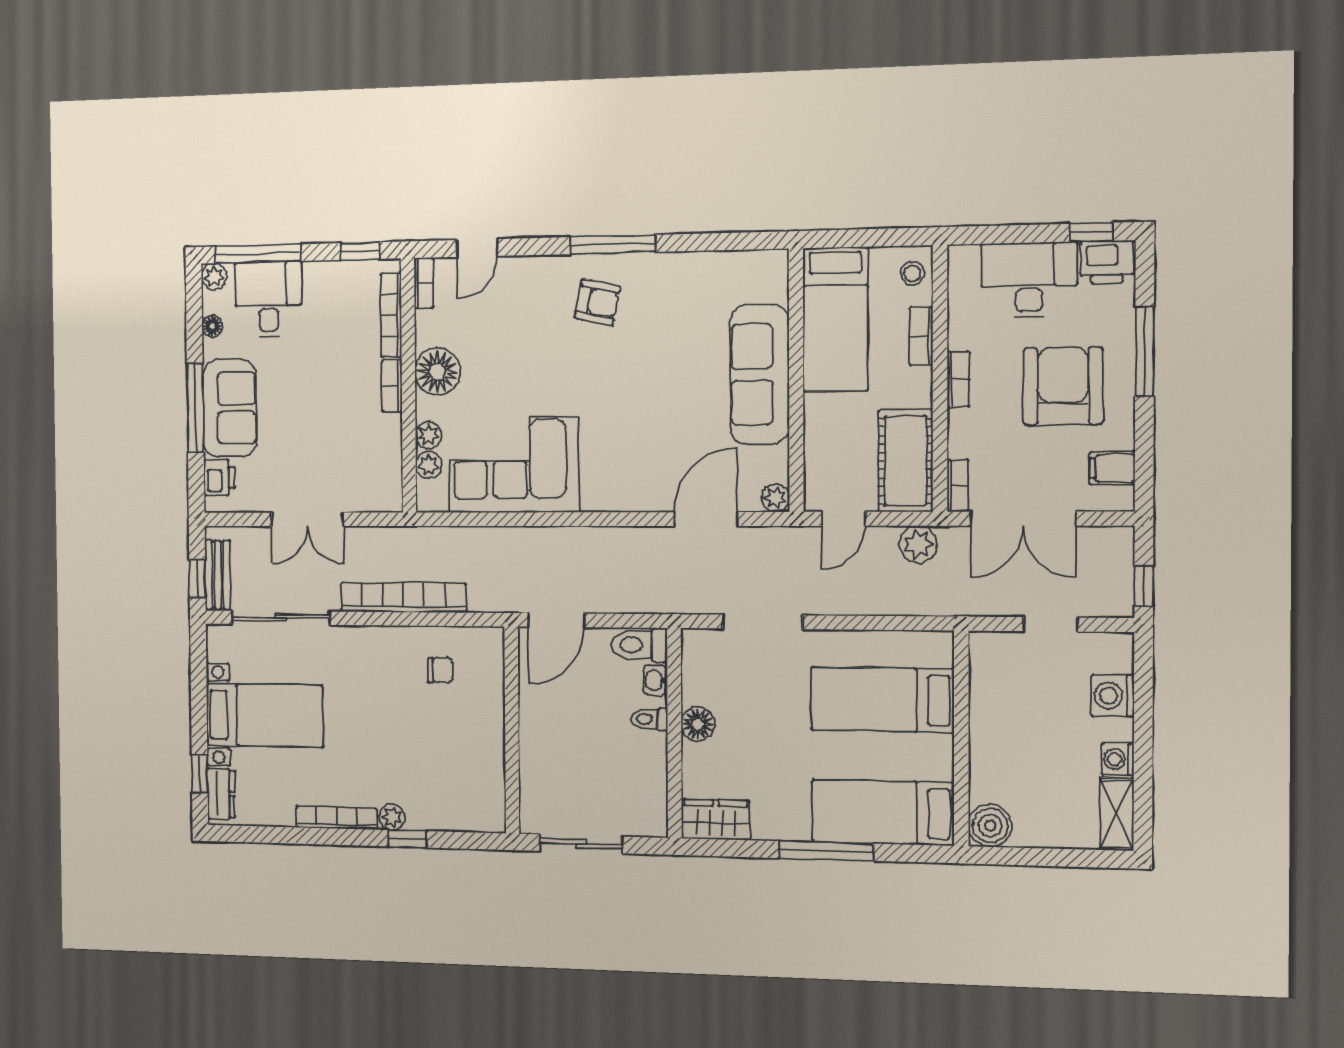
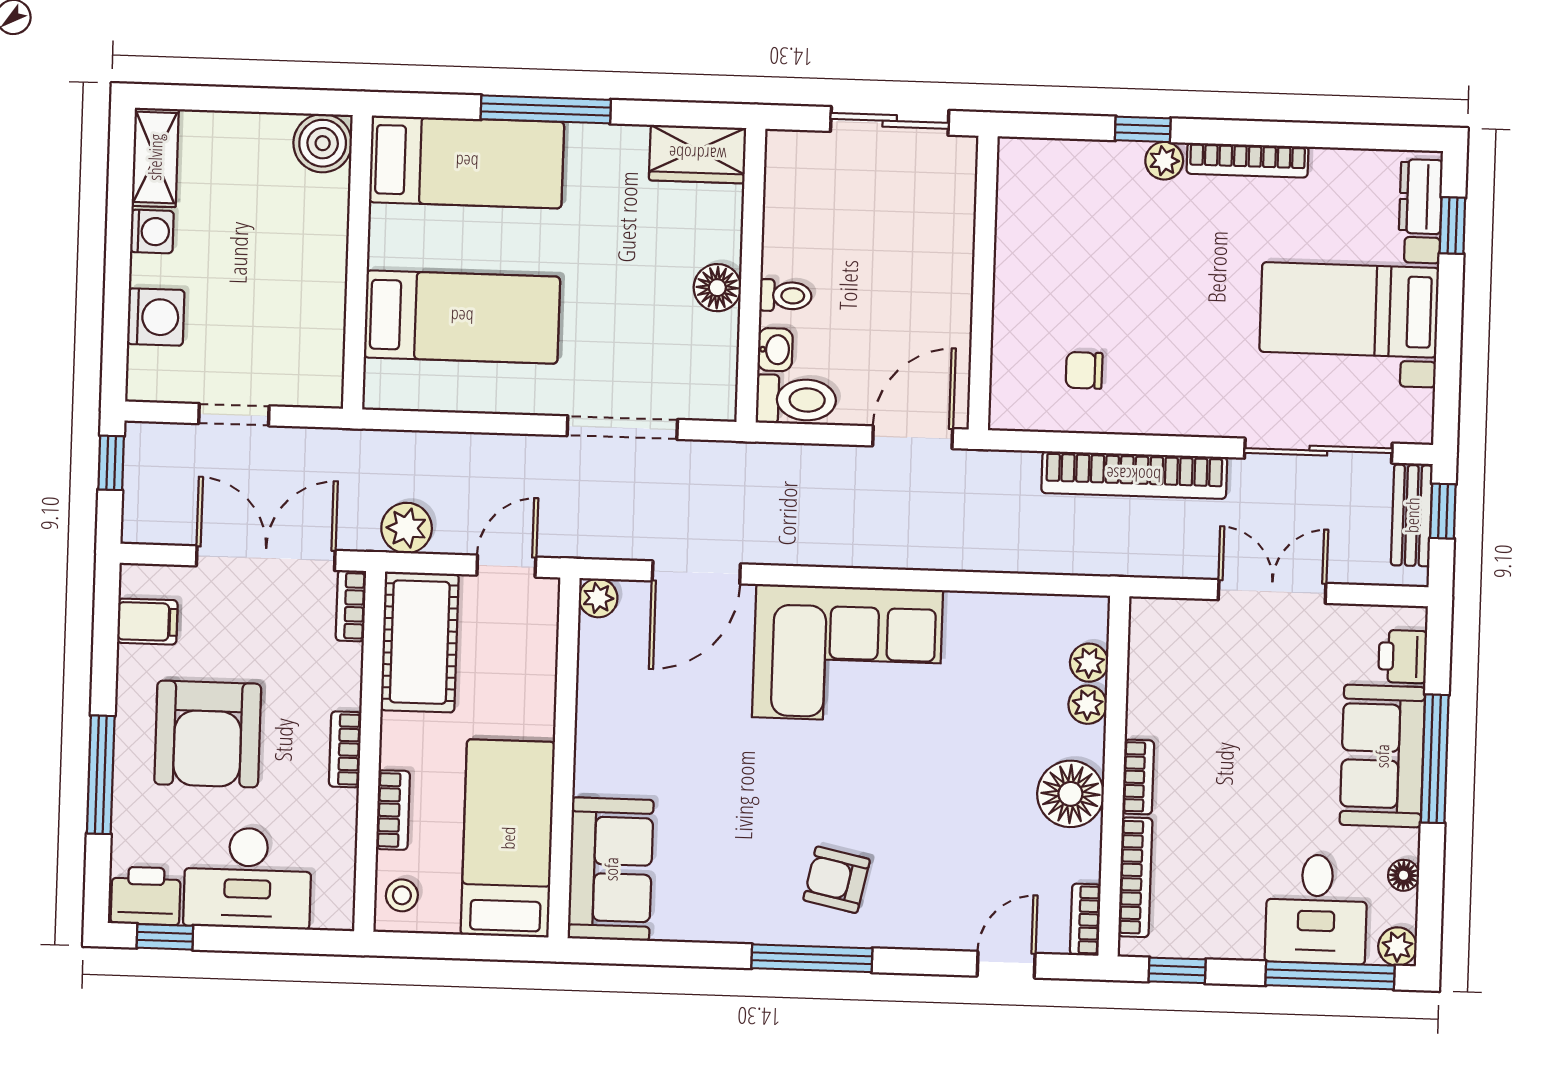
sofa: (760, 375) -> (611, 869), moved, width x0.73
corner sofa: (514, 465) -> (847, 654), moved

